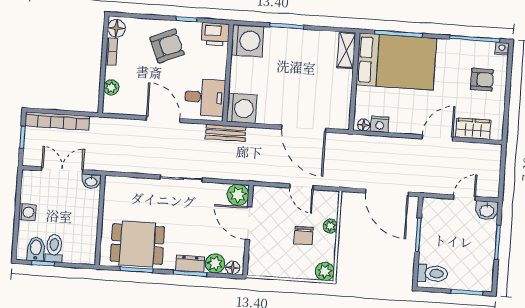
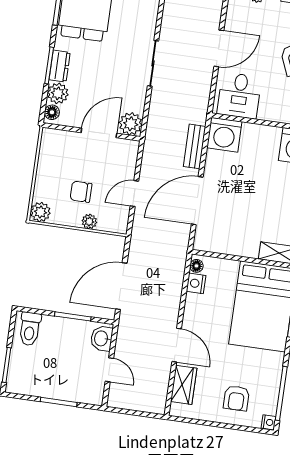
bench: (226, 133) -> (195, 146), moved
washbasin: (487, 210) -> (102, 338), moved

